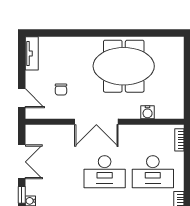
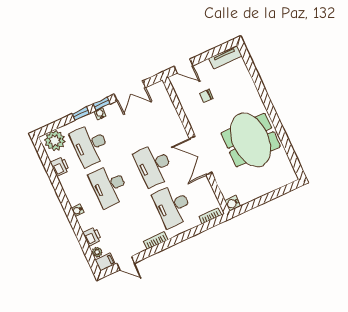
door: (22, 98) -> (184, 66), hinge flipped
water cooler: (148, 112) -> (232, 203), moved
double door: (96, 122) -> (201, 156), moved

